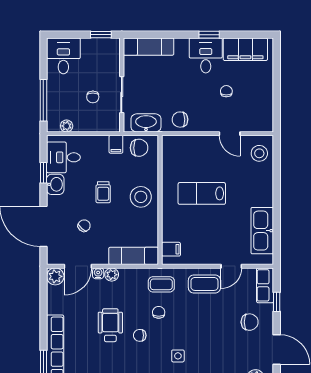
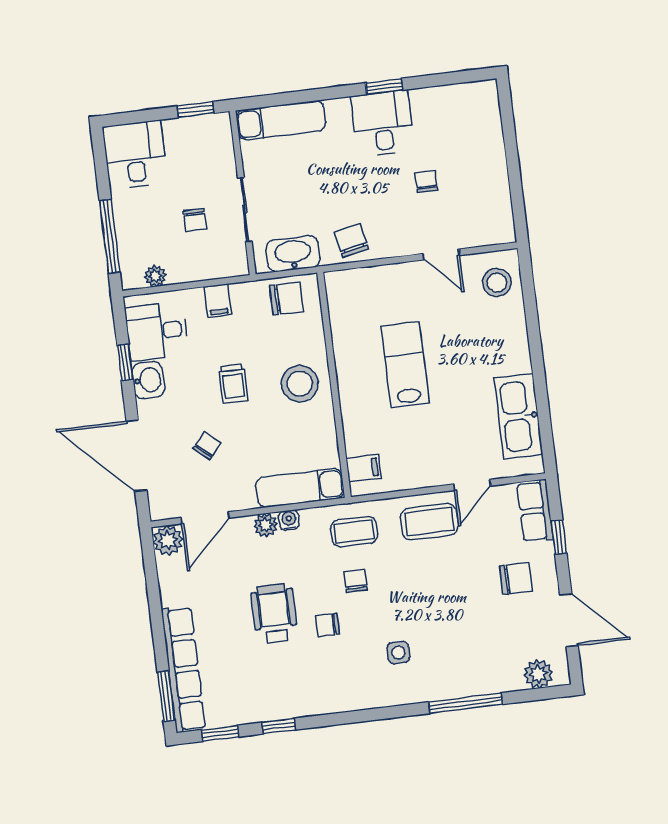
filing cabinet: (245, 49) -> (450, 104), removed
chair: (180, 120) -> (352, 241), turned 79
filing cabinet: (116, 144) -> (218, 301), moved
lab bench: (202, 193) -> (405, 365), turned 90
water cooler: (98, 273) -> (289, 520), moved

